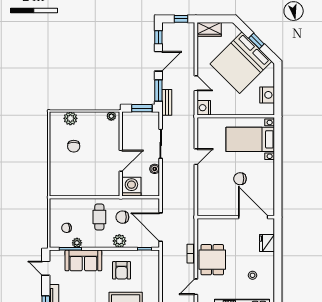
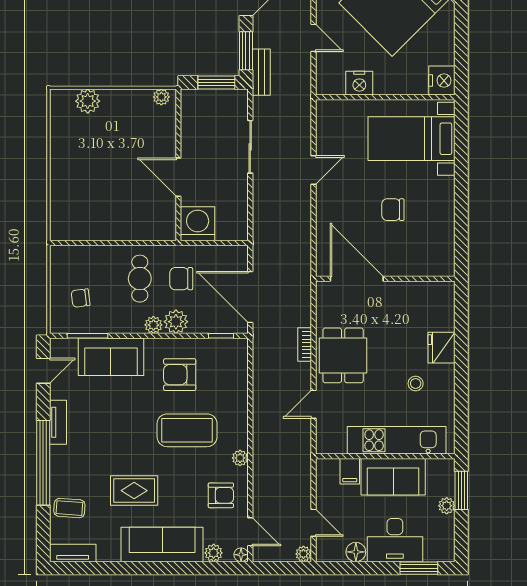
nightstand: (267, 95) -> (442, 81), moved
nightstand: (204, 108) -> (359, 83), moved, turned -90
chair: (74, 146) -> (94, 151), removed
door: (121, 161) -> (178, 177), swing flipped
boiler: (155, 169) -> (239, 192), removed
door: (253, 217) -> (357, 279), moved
plant: (77, 243) -> (153, 325), moved
fridge: (267, 243) -> (442, 348), moved
door: (46, 268) -> (43, 371), swing flipped
armchair: (122, 270) -> (180, 375), turned 90

